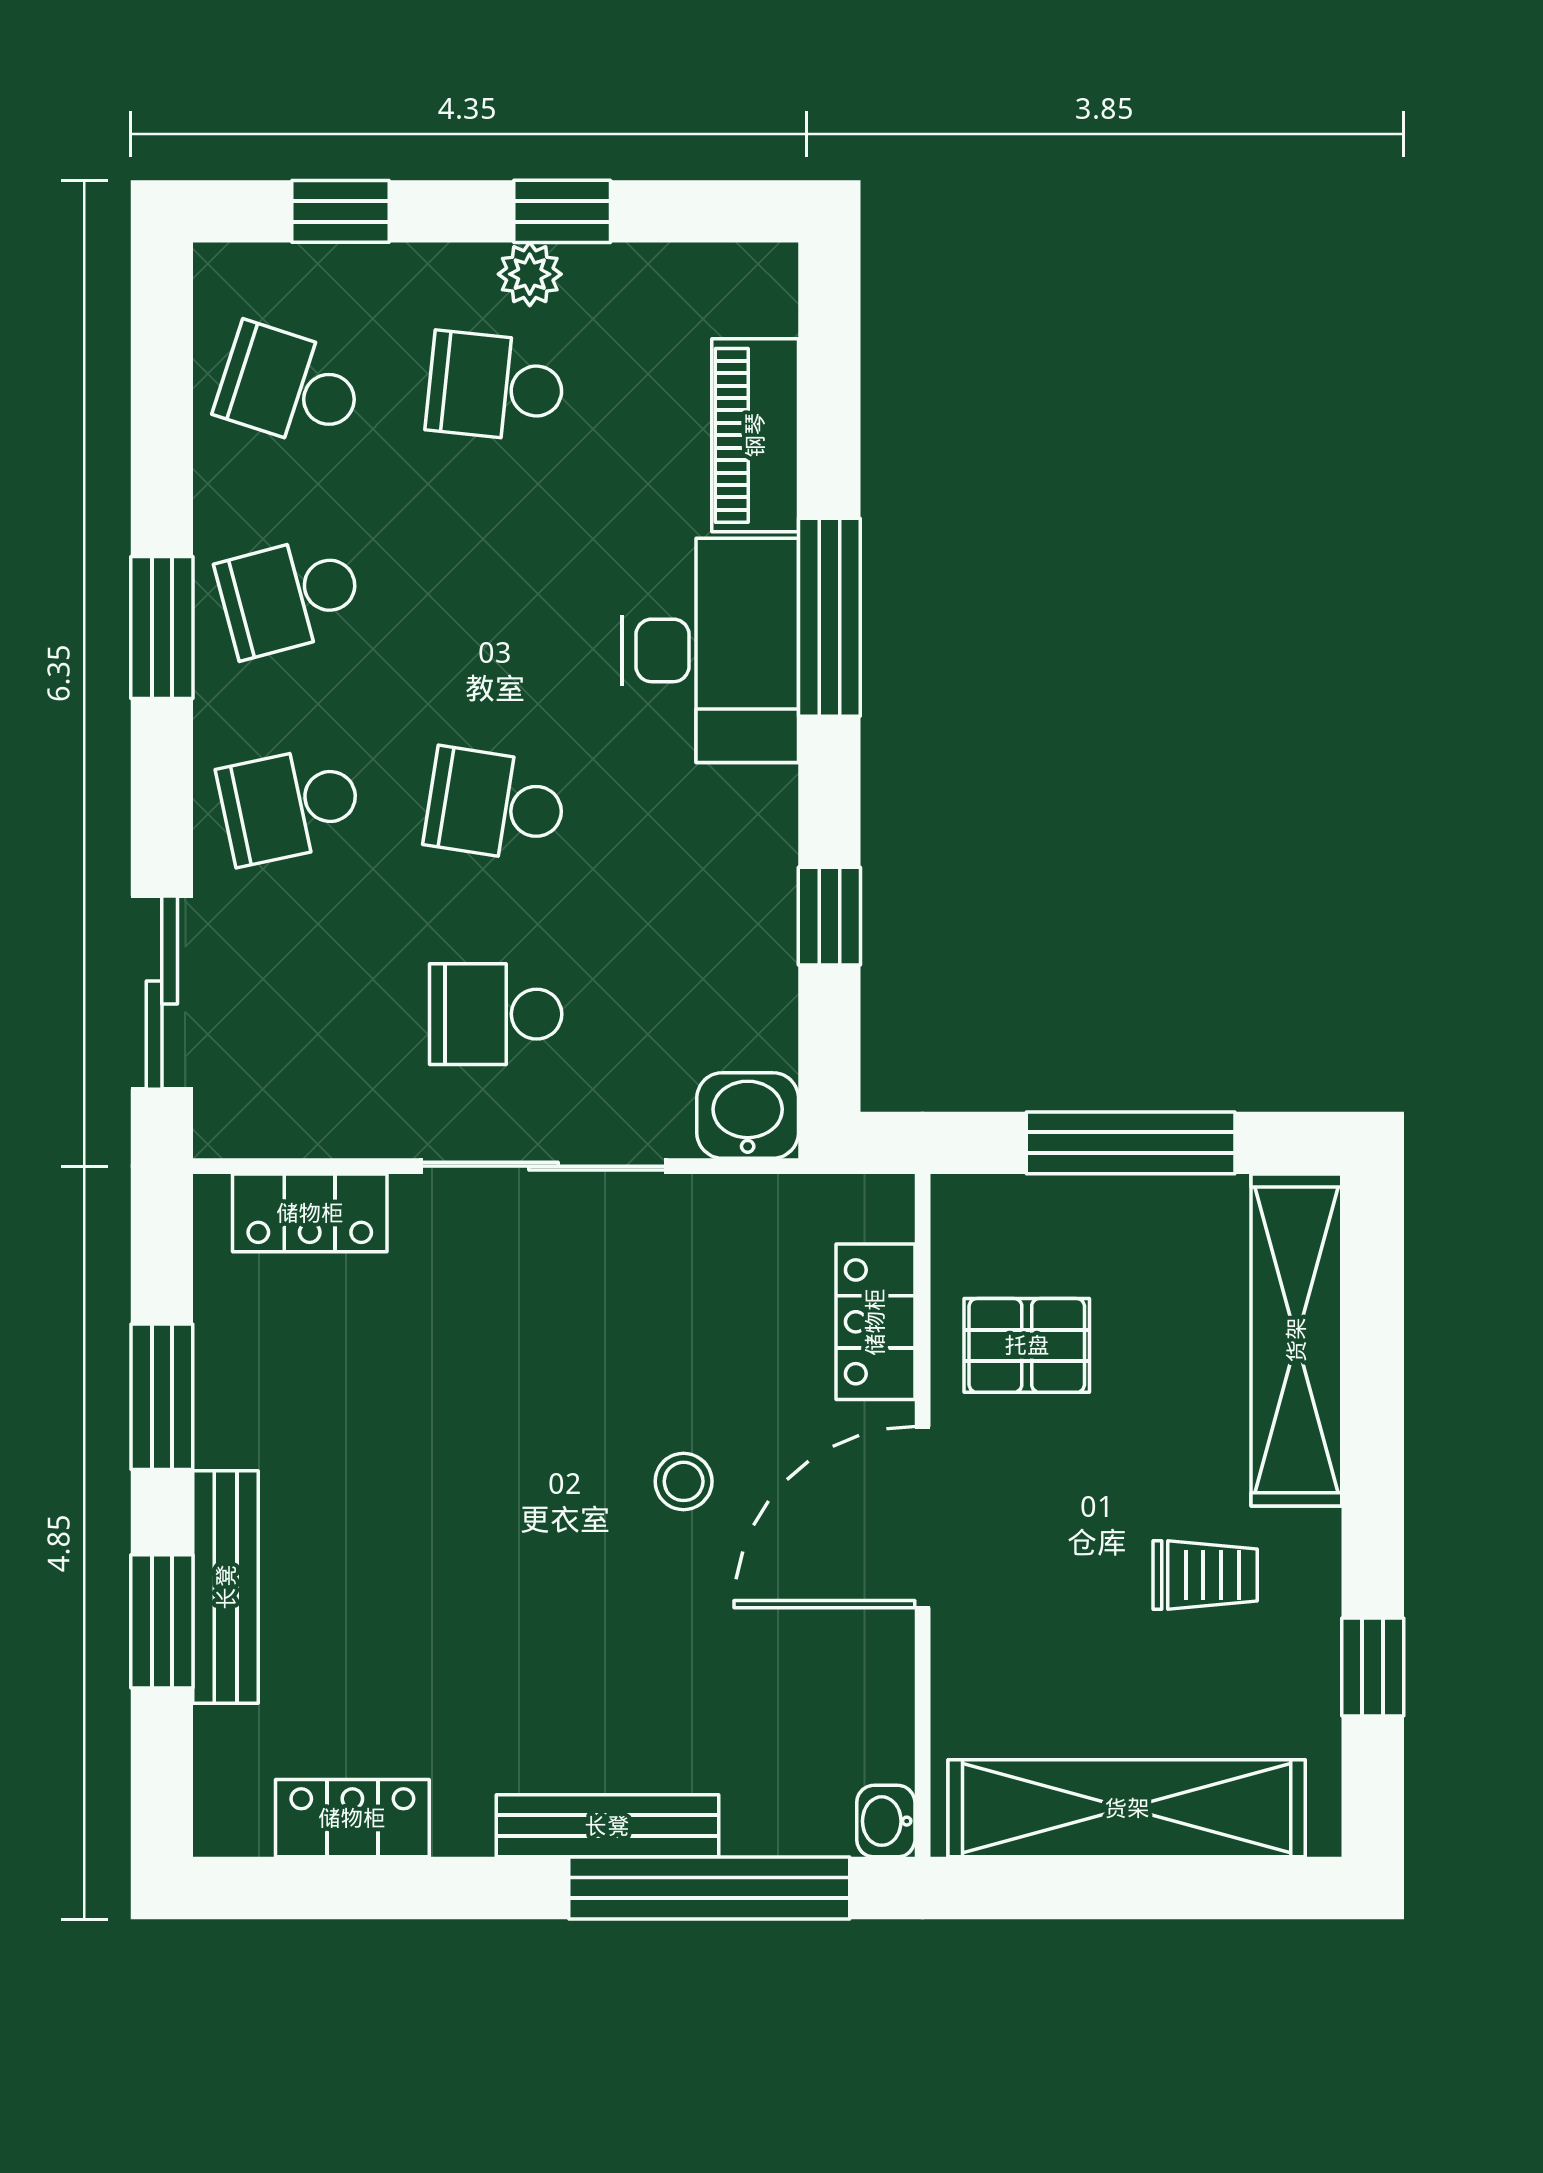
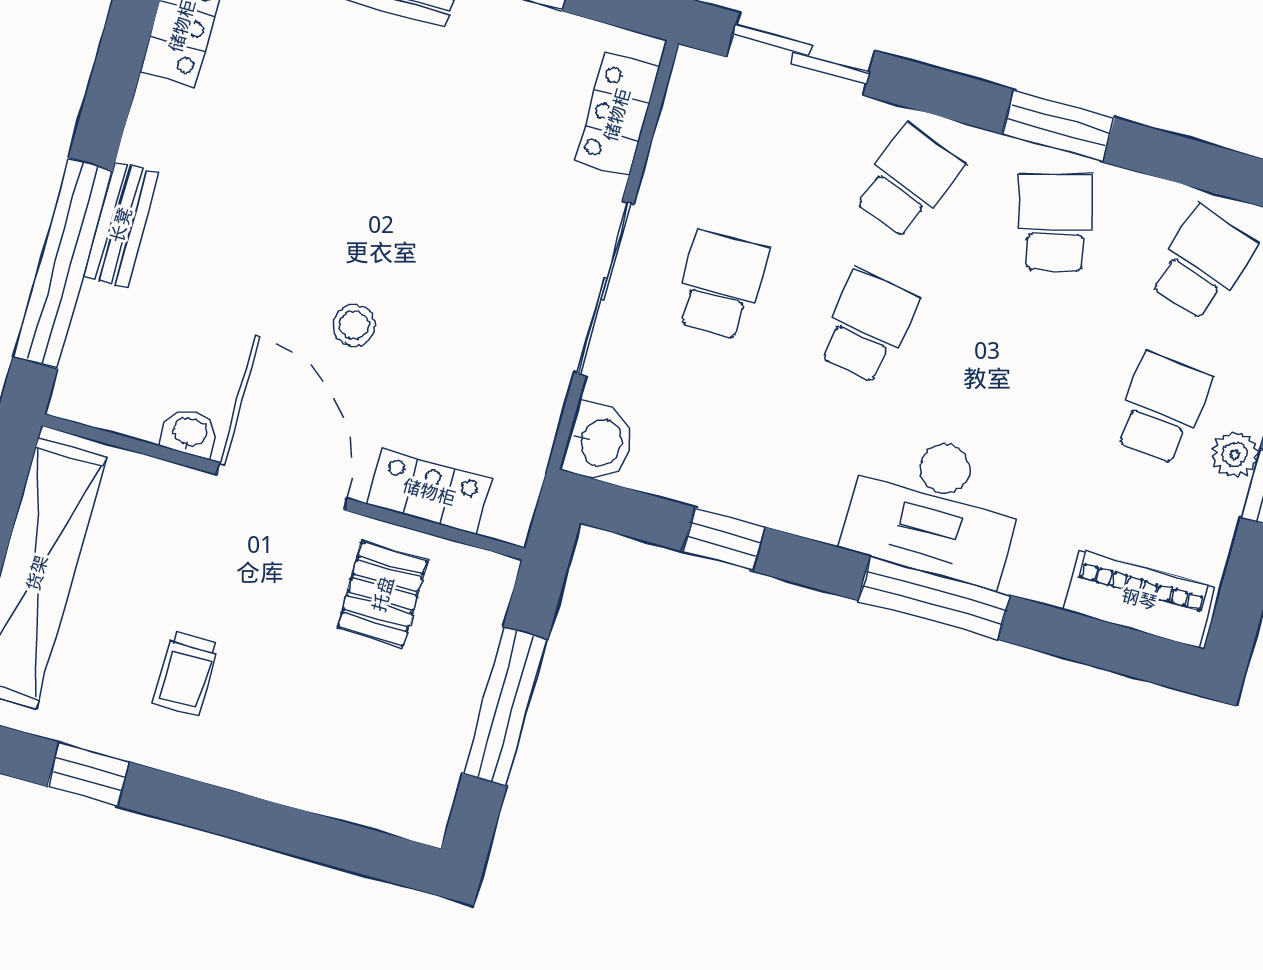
piano: (755, 435) -> (1139, 599), moved
school desk: (290, 805) -> (908, 181), turned 33
shelving: (1296, 1340) -> (333, 785), removed
washbasin: (886, 1821) -> (189, 433), moved
bench: (607, 1826) -> (121, 225), width x0.73

